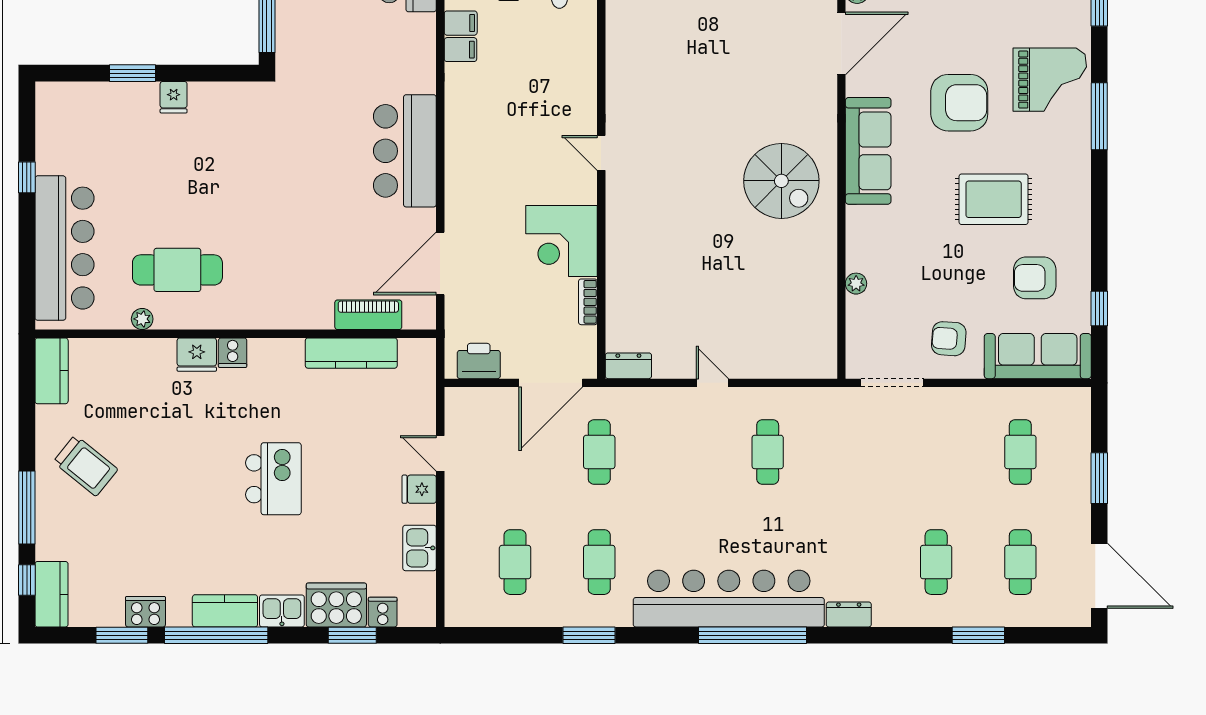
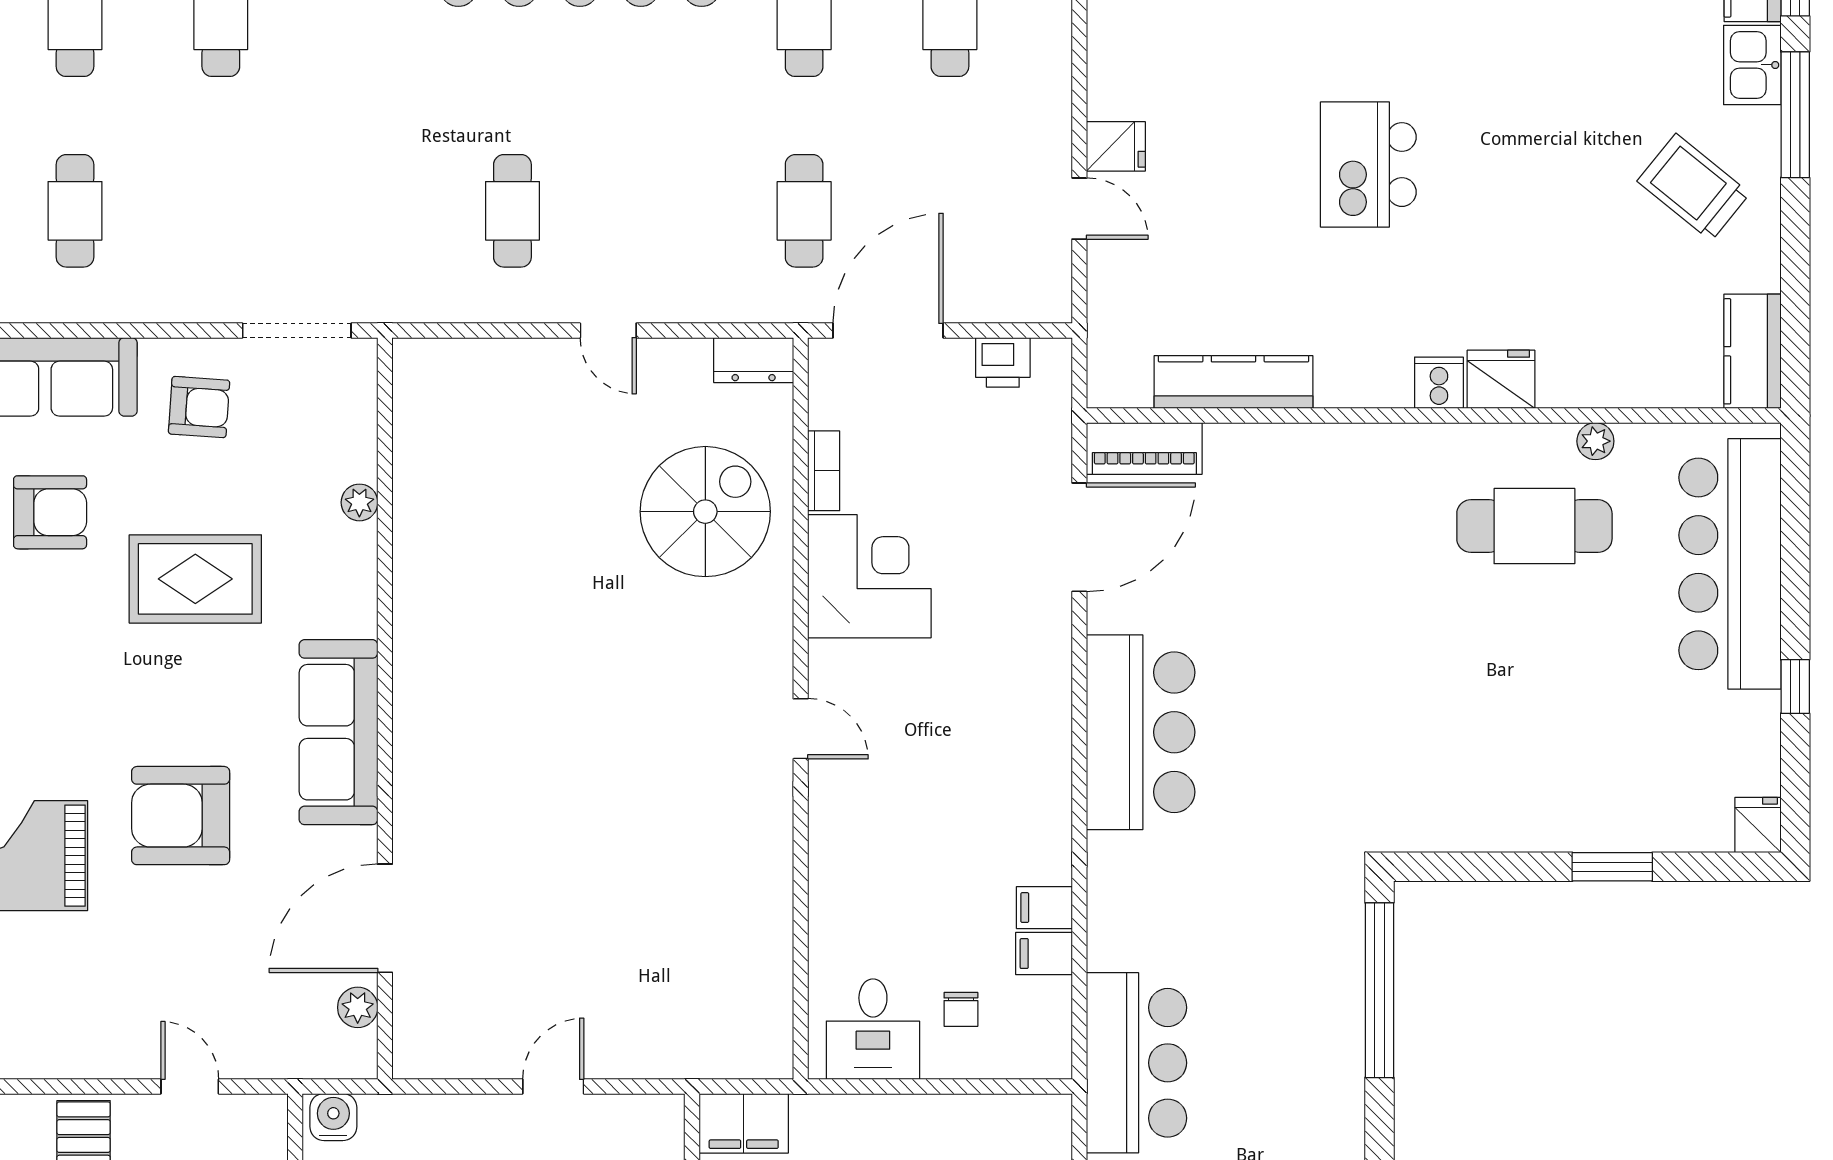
fridge: (174, 97) -> (1758, 825), moved
spiral stairs: (781, 181) -> (705, 512), moved, turned 90
rug: (994, 199) -> (195, 579), moved
piano: (368, 315) -> (1144, 448), moved
printer: (479, 361) -> (1003, 362), width x0.73, depth x0.81
kitchen sink: (420, 548) -> (1752, 65), moved, turned 180

